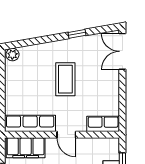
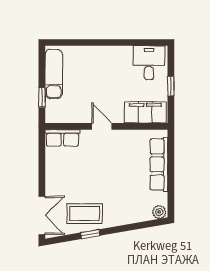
coffee table: (65, 79) -> (85, 214), moved, turned 90
row of seats: (30, 123) -> (159, 164), moved, turned 90

